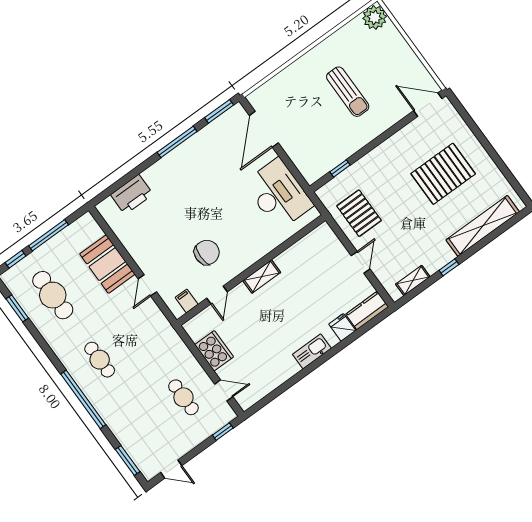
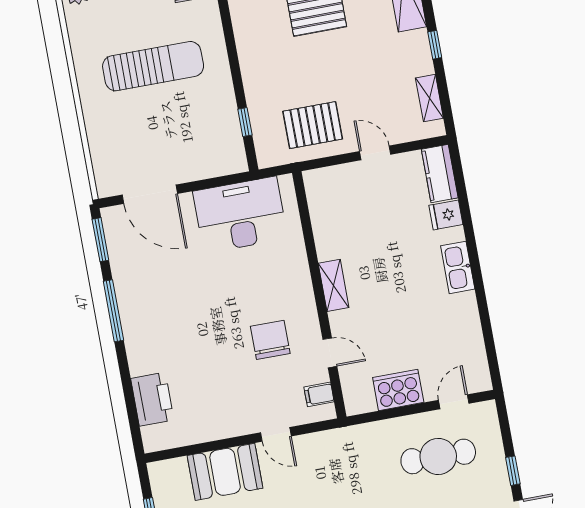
sun lounger: (348, 92) -> (153, 66), width x1.36, depth x1.34
cafe table: (183, 397) -> (438, 456), width x1.37, depth x1.35
window: (223, 432) -> (513, 471), moved

